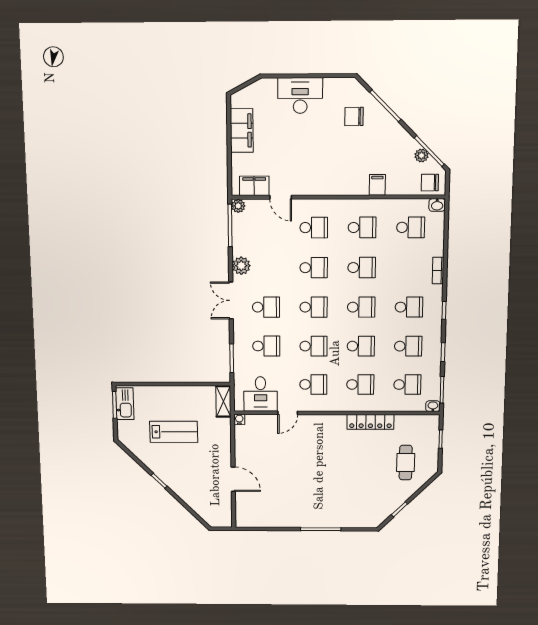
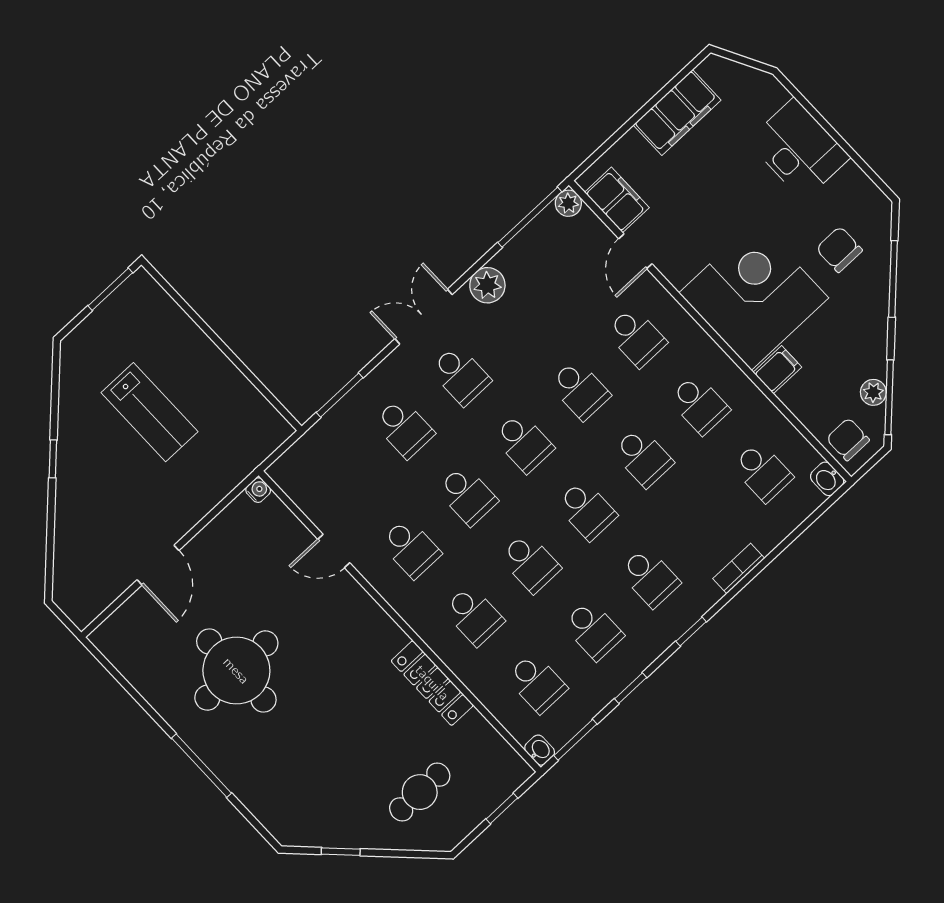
corner desk: (340, 167) -> (754, 295), added
desk: (261, 394) -> (325, 486), removed
shelving: (223, 401) -> (264, 442), removed
kitchen sink: (125, 404) -> (126, 302), removed
round table: (298, 486) -> (236, 671), added

